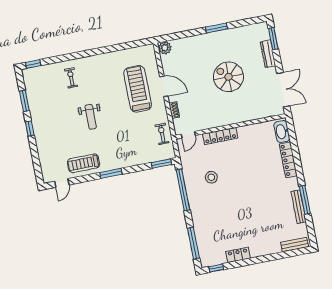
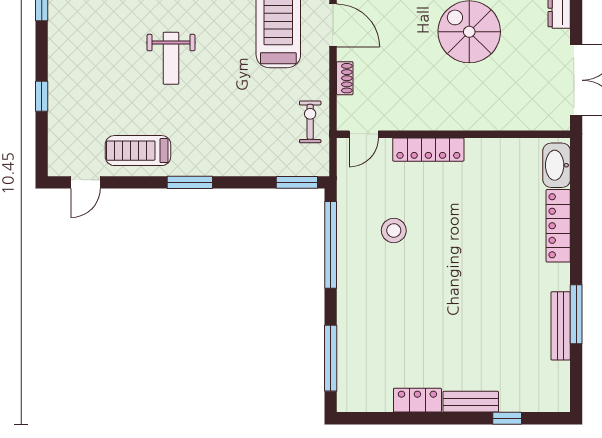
window: (30, 128) -> (42, 96), moved
bench: (295, 245) -> (471, 402), moved
window: (216, 268) -> (507, 418), moved

